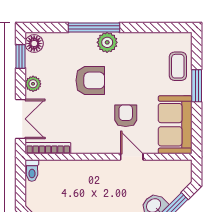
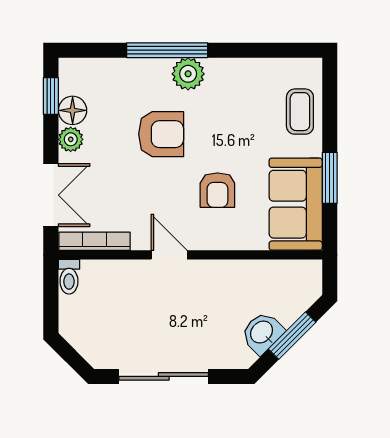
floor lamp: (34, 44) -> (73, 110), moved
window: (197, 86) -> (330, 178), moved
armchair: (126, 116) -> (217, 190), turned 180
door: (132, 157) -> (169, 255), moved

